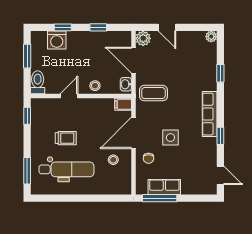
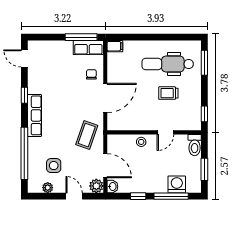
window: (63, 27) -> (171, 196), width x2.17
plant: (211, 37) -> (48, 188), moved
window: (220, 73) -> (24, 153), width x3.17
washbasin: (126, 84) -> (112, 187), moved
coffee table: (153, 93) -> (87, 135), turned -71
filing cabinet: (123, 104) -> (115, 46), moved
side table: (170, 138) -> (54, 166), moved
stool: (113, 160) -> (124, 73), removed
row of seats: (164, 187) -> (88, 48), moved

